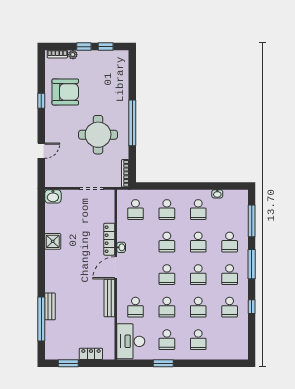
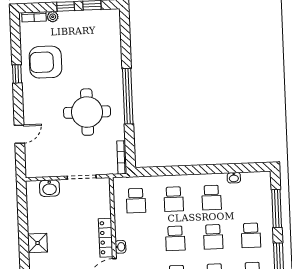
armchair: (65, 92) -> (45, 62), turned 180
washbasin: (53, 196) -> (49, 188), moved

